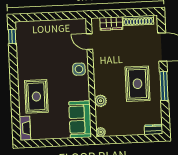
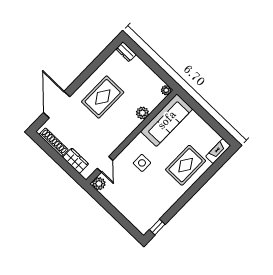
plant: (80, 25) -> (99, 184), added
side table: (79, 69) -> (142, 163), moved
window: (164, 86) -> (85, 75), removed
sofa: (80, 119) -> (167, 120), width x1.36

